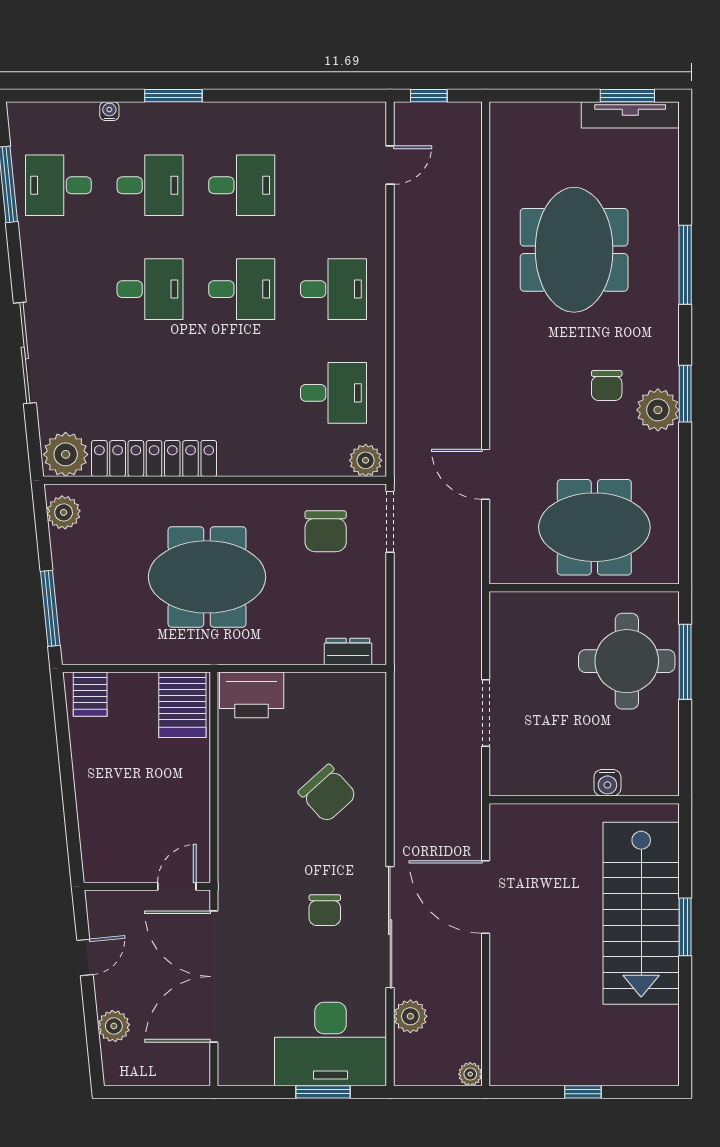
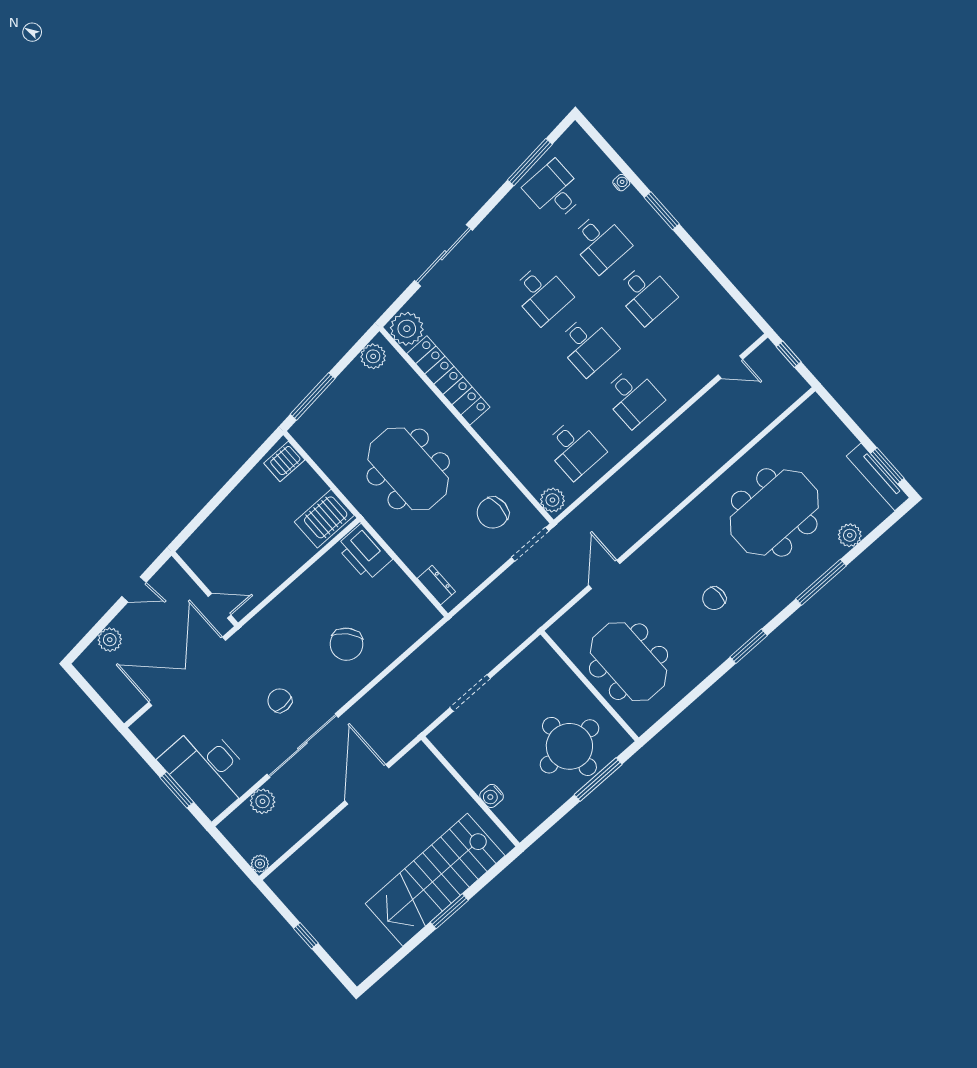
plant: (658, 410) -> (850, 535), moved, width x0.73, depth x0.73
chair: (325, 910) -> (280, 701), turned 90

